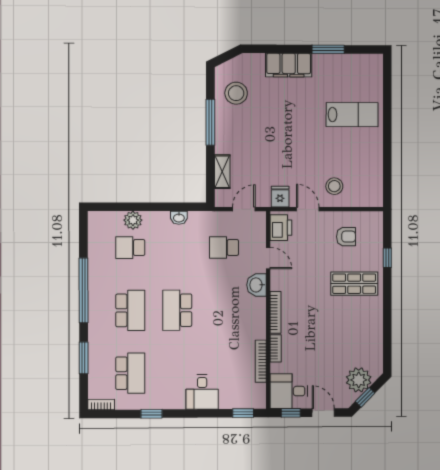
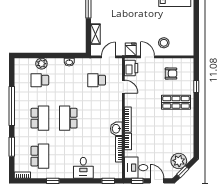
washbasin: (257, 285) -> (116, 129), moved

